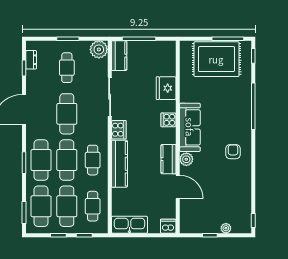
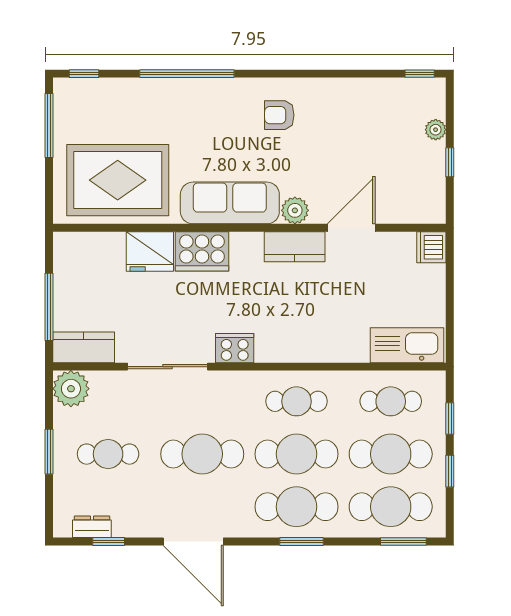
rug: (216, 59) -> (118, 180), moved, turned 90
cooker: (168, 120) -> (202, 251), width x1.87, depth x1.31
kitchen counter: (119, 164) -> (304, 347), removed
kitchen sink: (129, 225) -> (407, 345), moved, turned 90

